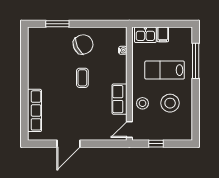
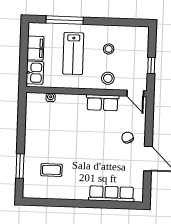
filing cabinet: (163, 34) -> (35, 48), width x2.00
chair: (83, 44) -> (128, 138), moved, width x0.54, depth x0.54
coffee table: (82, 78) -> (51, 170), moved
stool: (170, 103) -> (109, 49), width x0.53, depth x0.53

